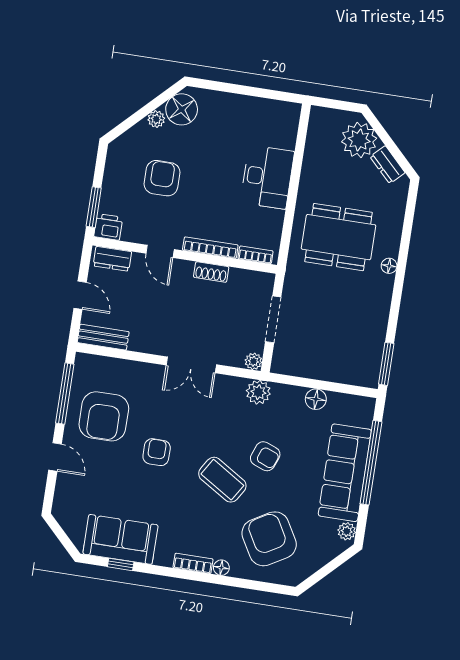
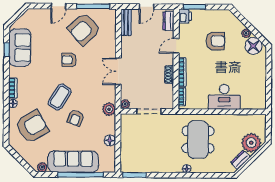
armchair: (104, 416) -> (84, 29), turned -42
armchair: (157, 452) -> (69, 60), turned 180

